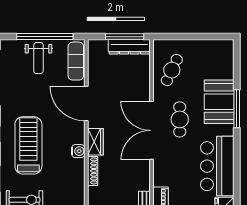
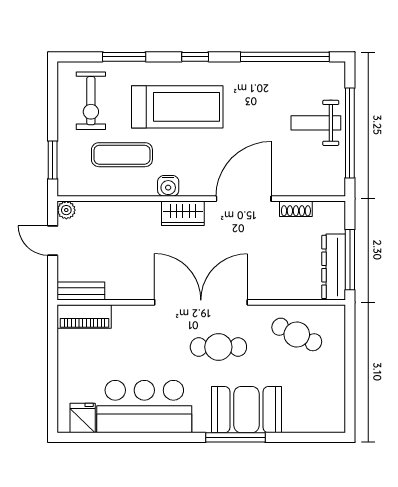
exercise mat: (76, 61) -> (122, 155), moved
shoe rack: (93, 171) -> (296, 209), moved, width x0.70

